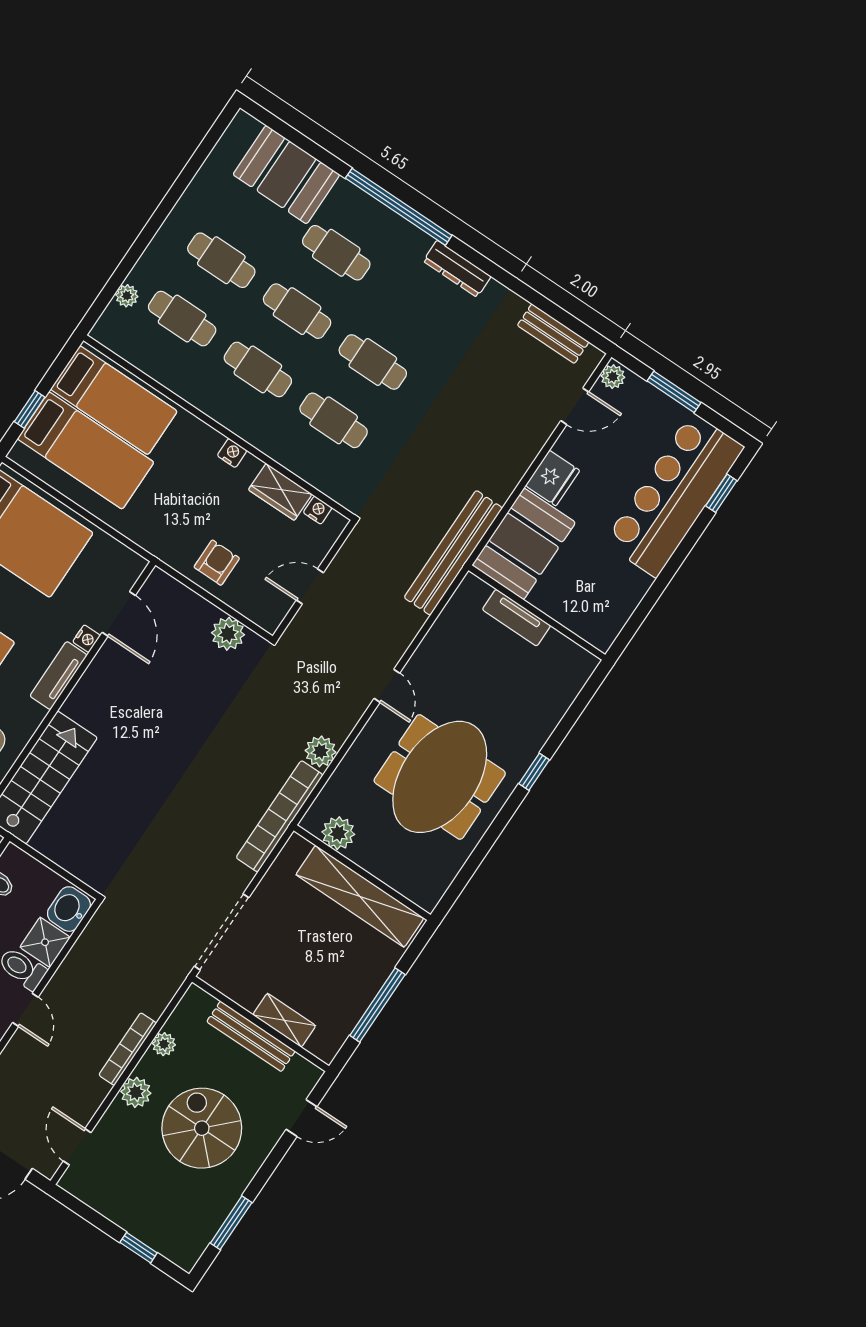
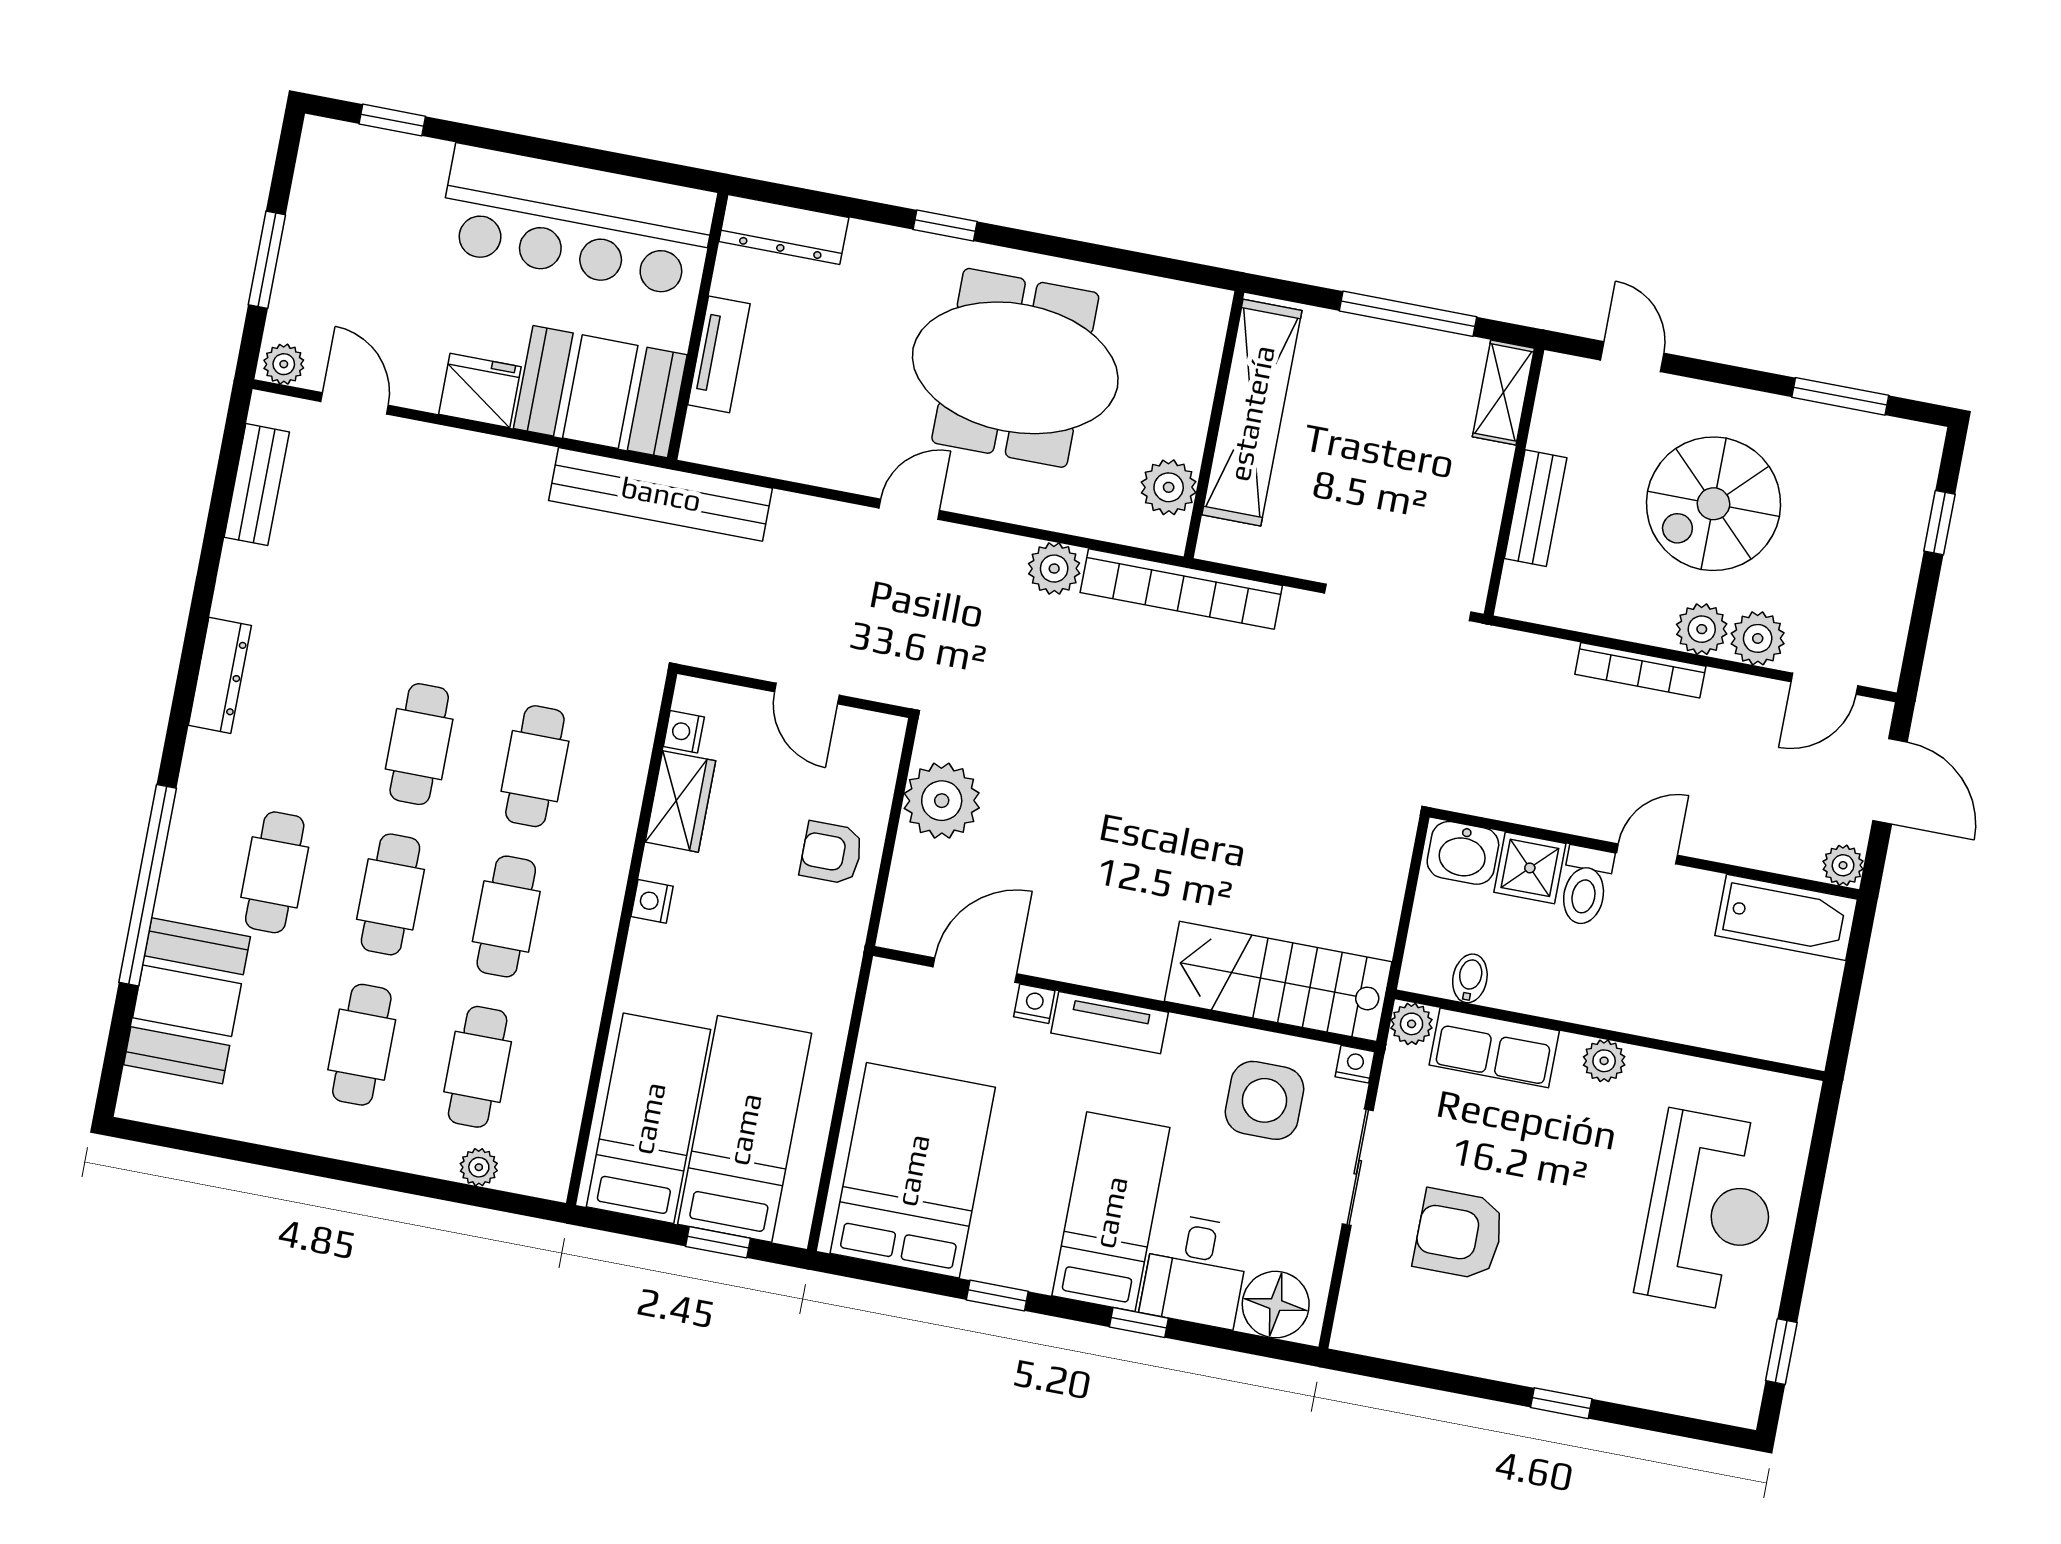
window: (399, 207) -> (148, 885), moved
bar counter: (674, 495) -> (577, 221), moved
plant: (228, 634) -> (942, 801), width x1.36, depth x1.36
dresser: (570, 682) -> (784, 229), added
shelving: (284, 1020) -> (1503, 392), moved
bench: (251, 1036) -> (1536, 508), width x0.73
plant: (164, 1044) -> (1758, 638), moved, width x1.38, depth x1.38

